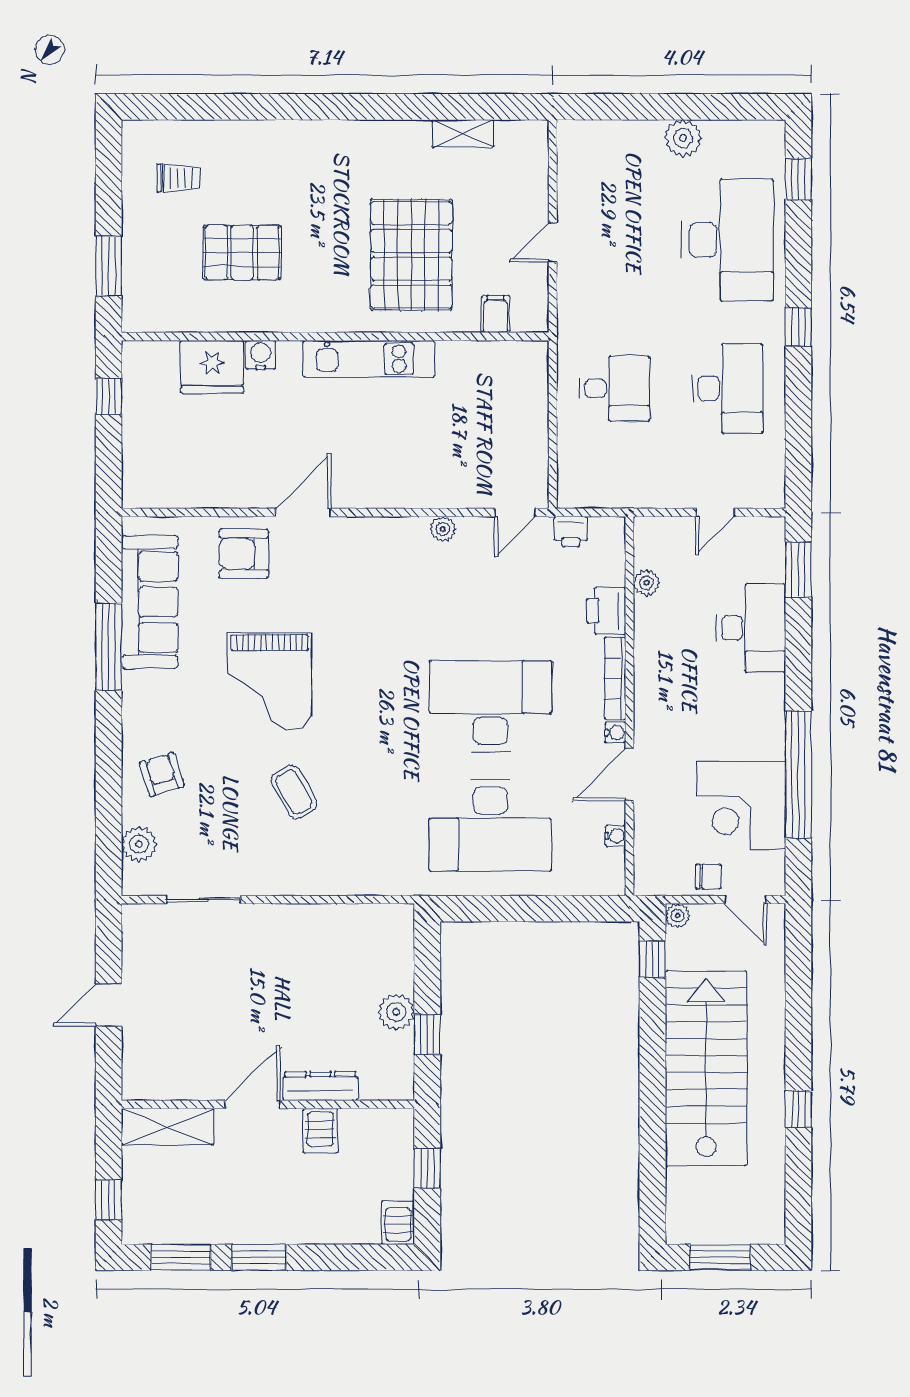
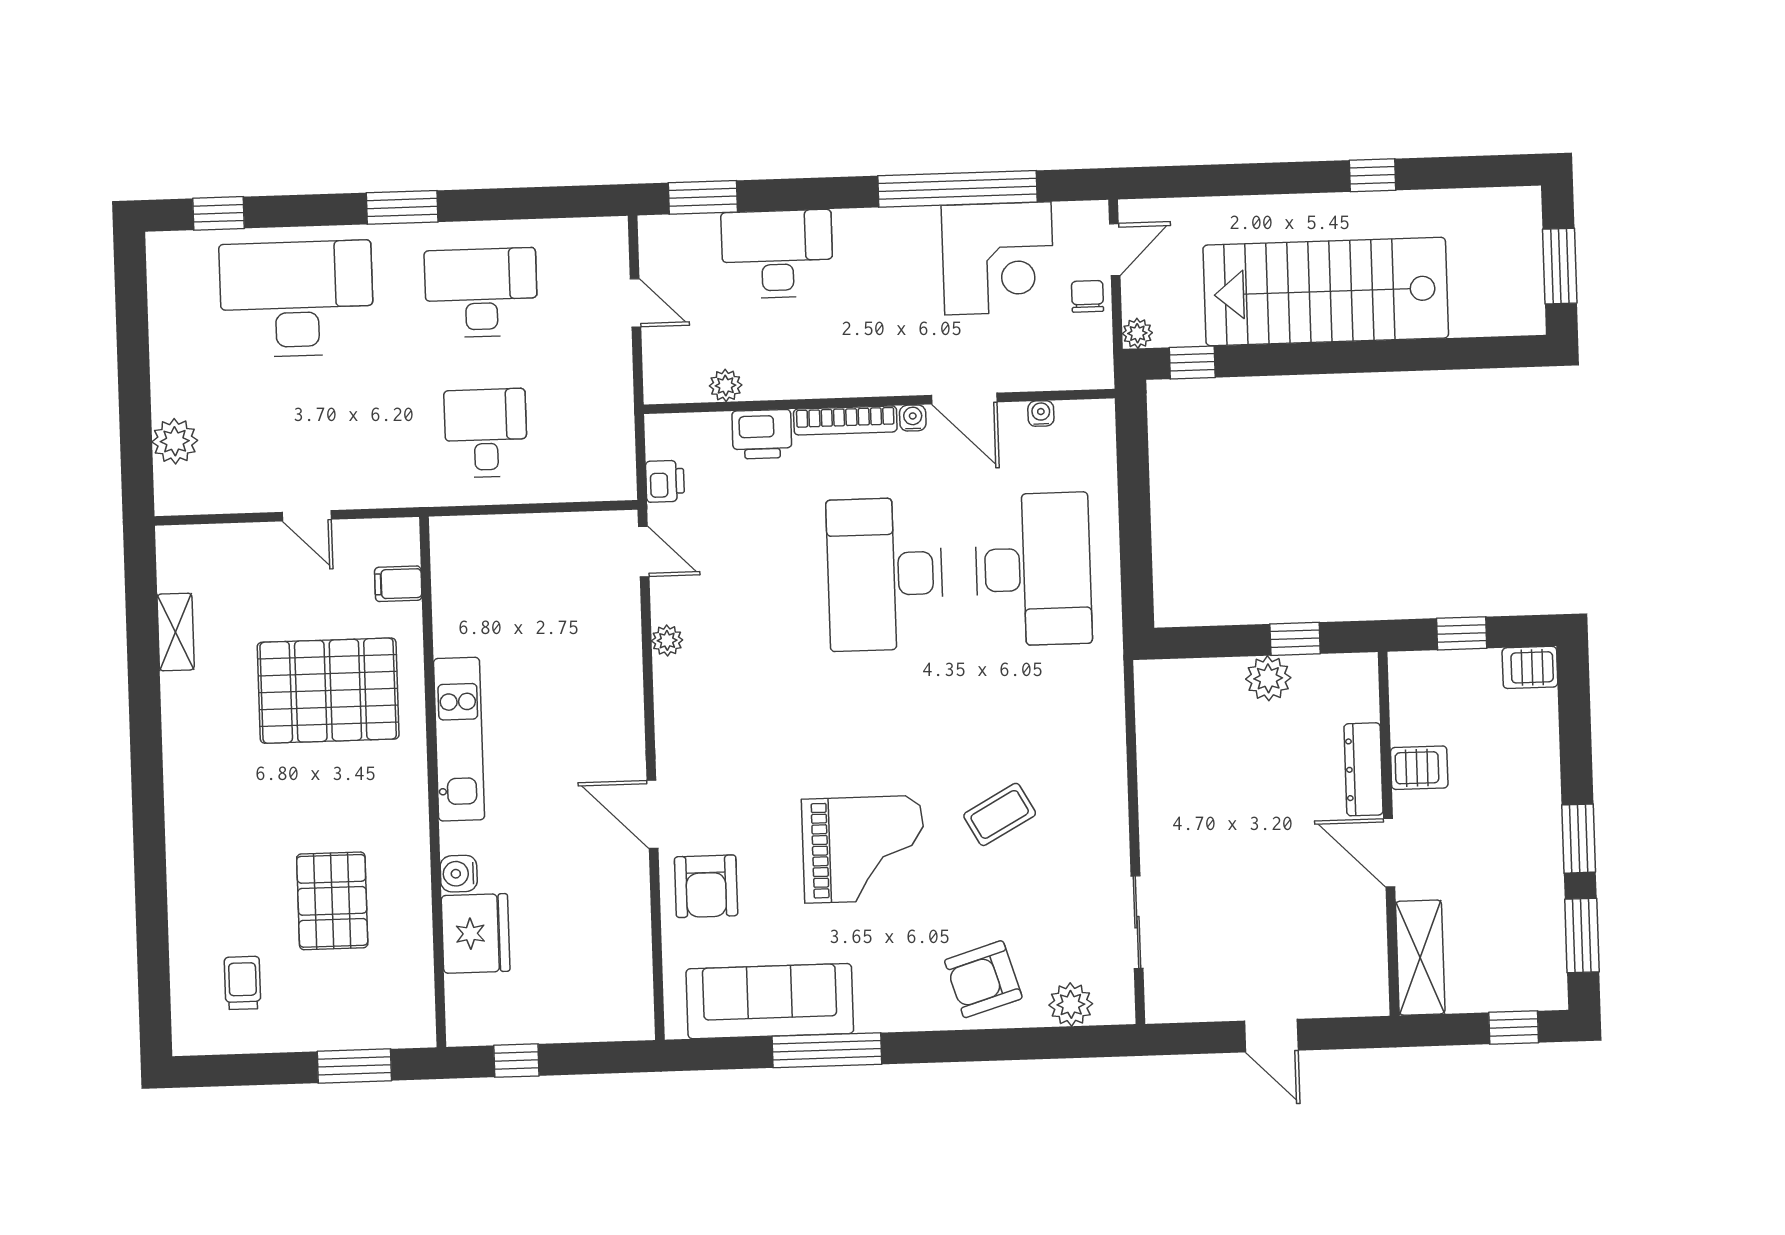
plant: (683, 138) -> (175, 441), moved
window: (798, 327) -> (402, 207), width x1.50
armchair: (162, 774) -> (983, 979), width x1.38, depth x1.38

